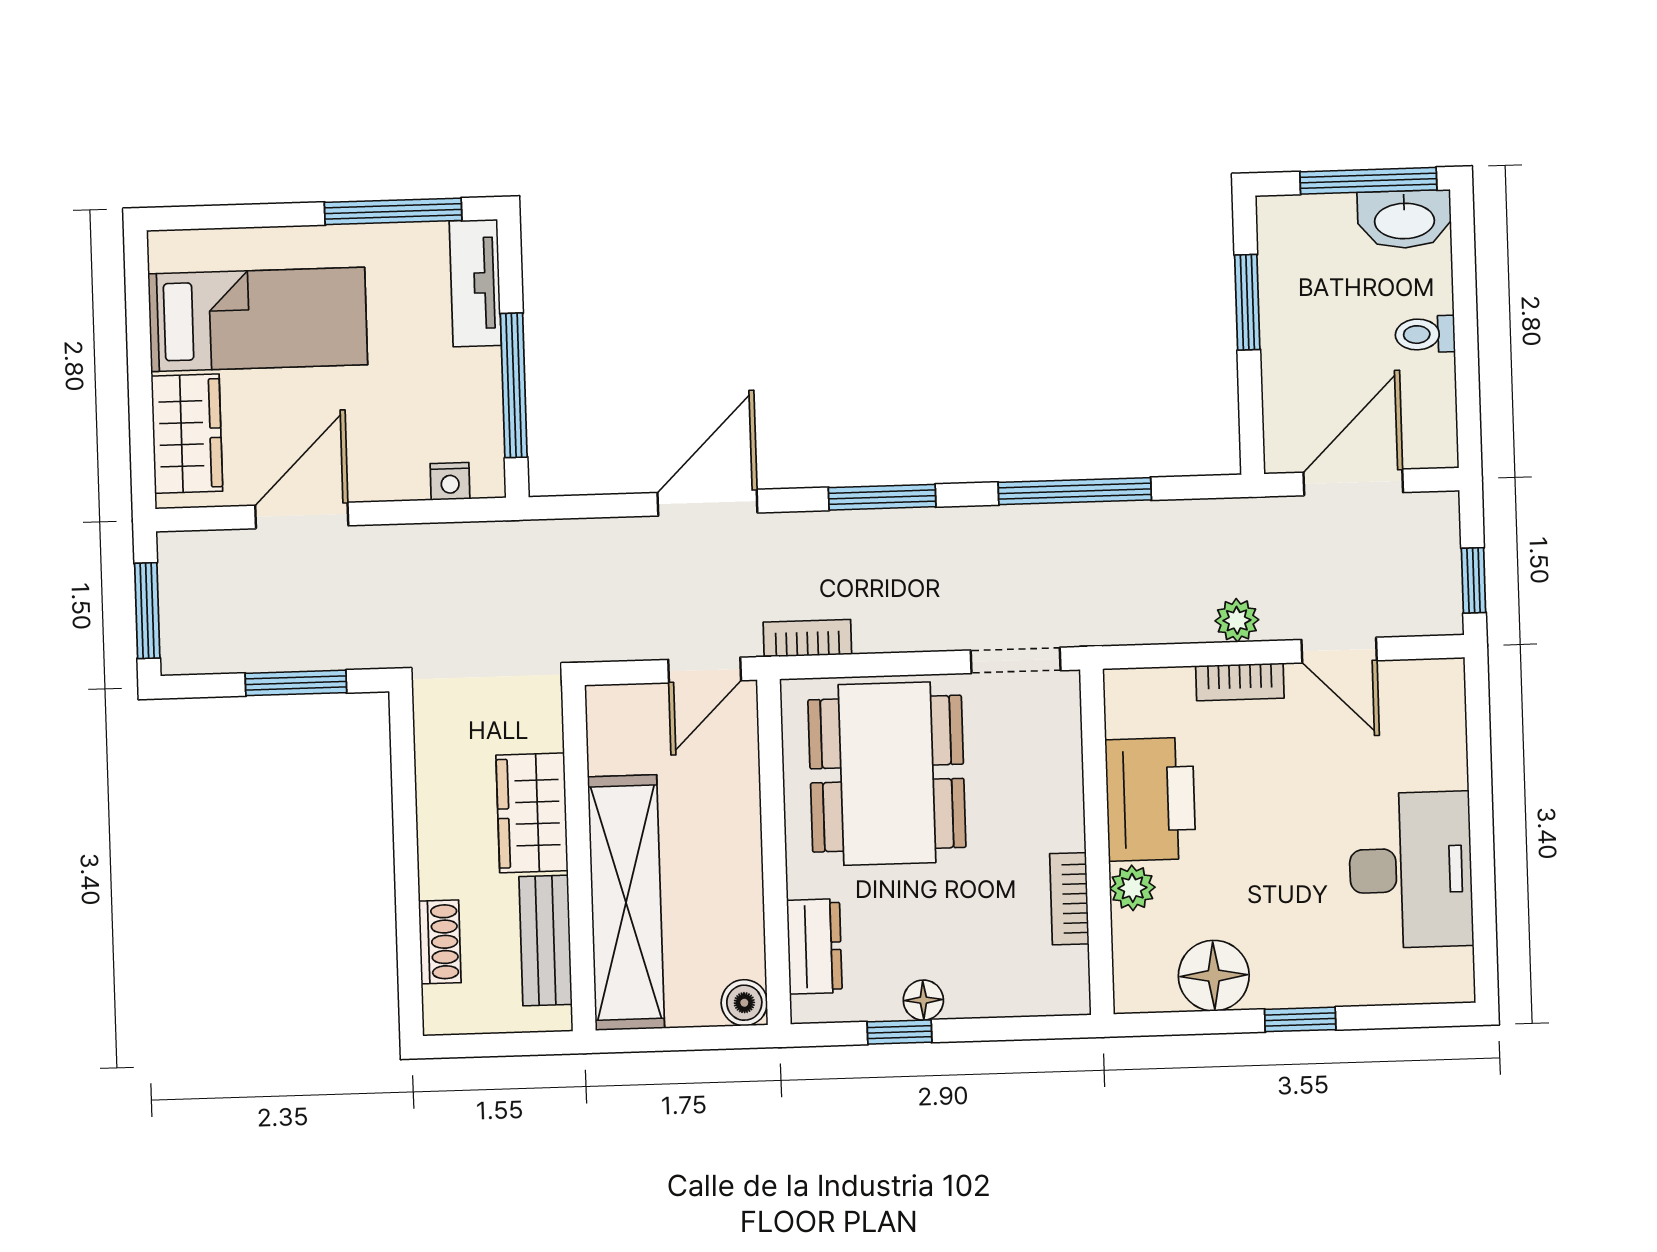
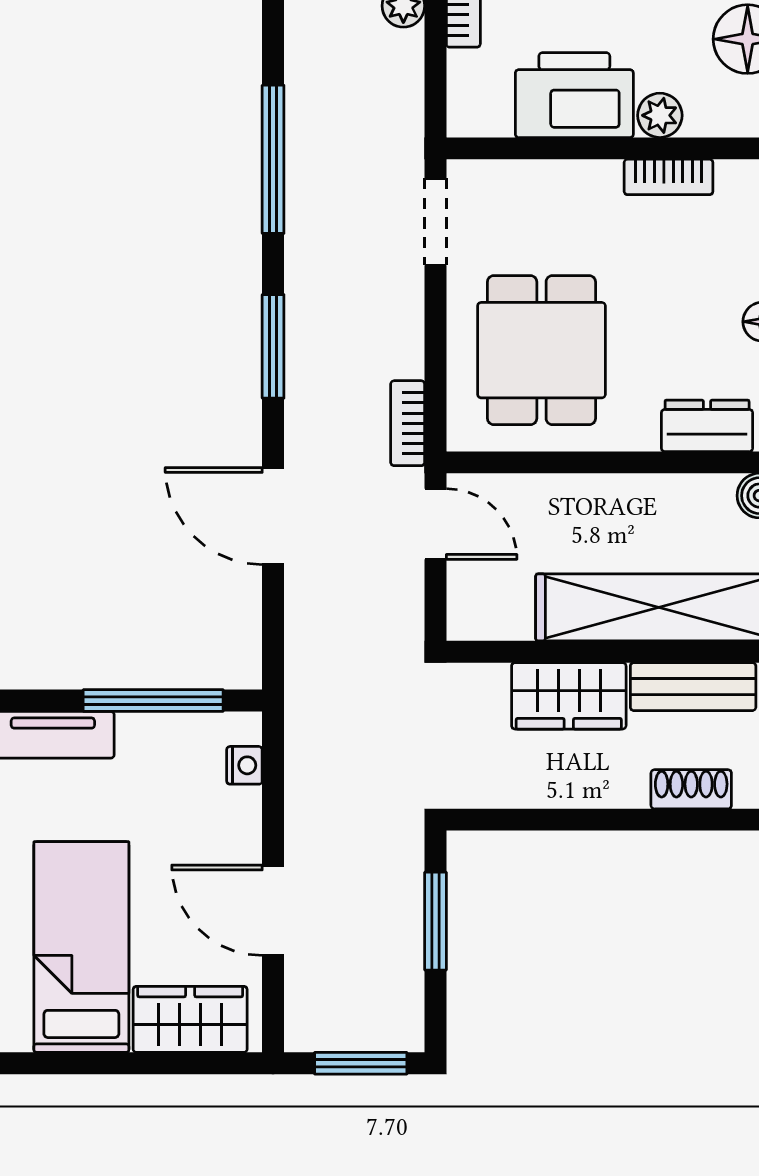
dining table: (887, 774) -> (541, 350), width x0.73

